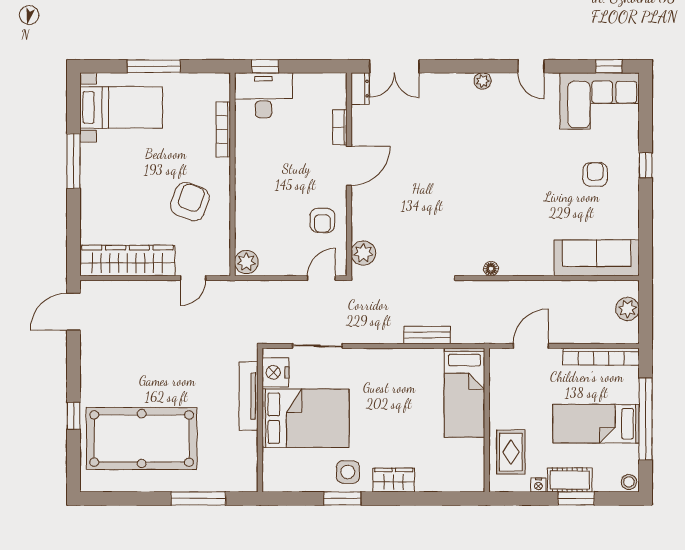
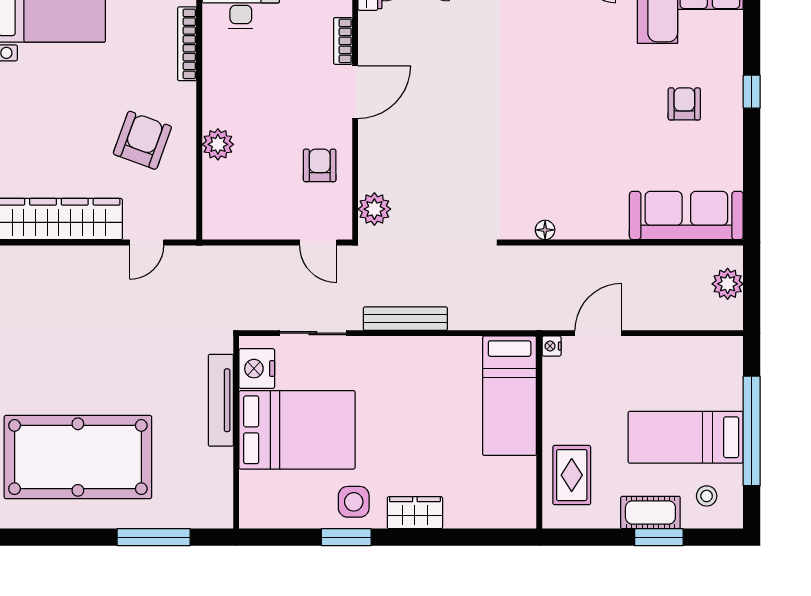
armchair: (322, 220) -> (320, 165), turned 180
plant: (246, 262) -> (218, 144), moved
door: (321, 278) -> (318, 243), swing flipped
bench: (427, 335) -> (405, 319), moved, width x1.36
bookcase: (601, 357) -> (692, 348), removed
stool: (629, 482) -> (707, 496), moved
nightstand: (538, 485) -> (552, 346), moved, turned 90

